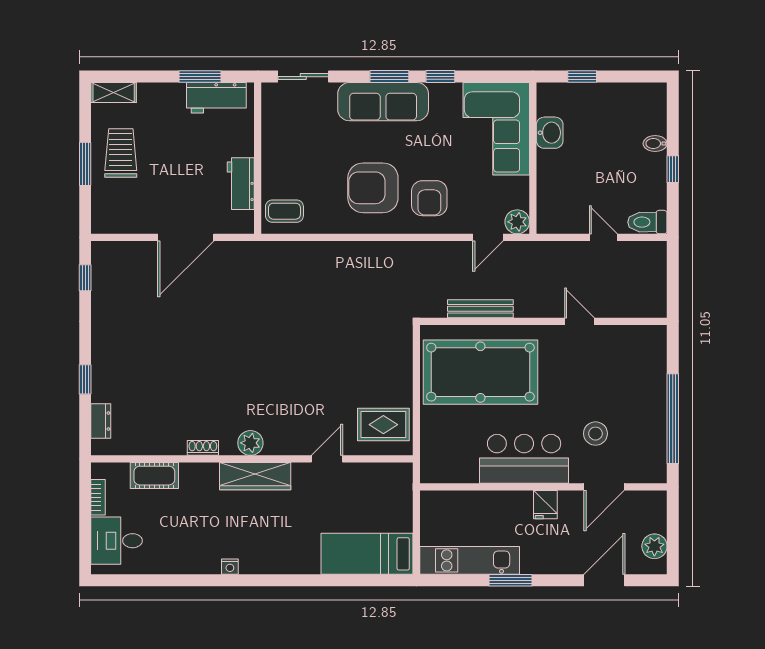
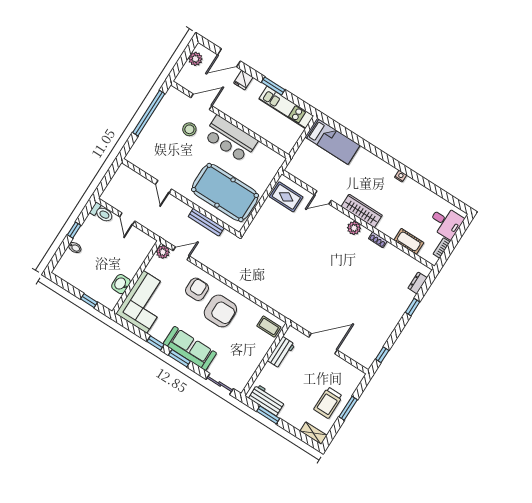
fridge: (545, 505) -> (243, 80), moved, turned 180

